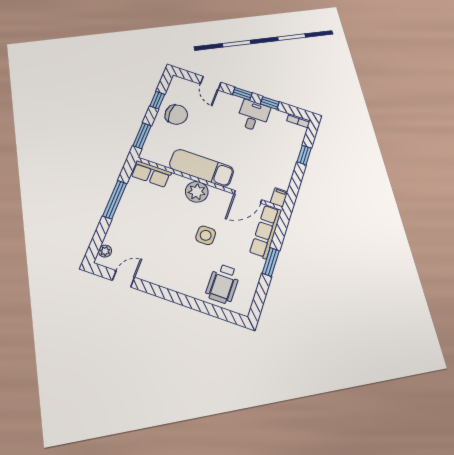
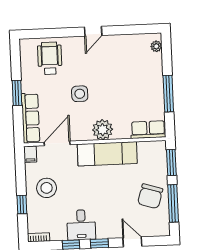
window: (157, 100) -> (173, 203), width x2.17
chair: (176, 115) -> (150, 196), turned -73
stool: (274, 160) -> (47, 188), added
door: (123, 279) -> (93, 31), moved

